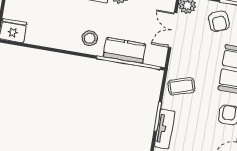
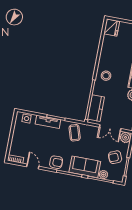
double door: (173, 30) -> (110, 128), swing flipped
kitchen counter: (125, 50) -> (96, 108), moved

